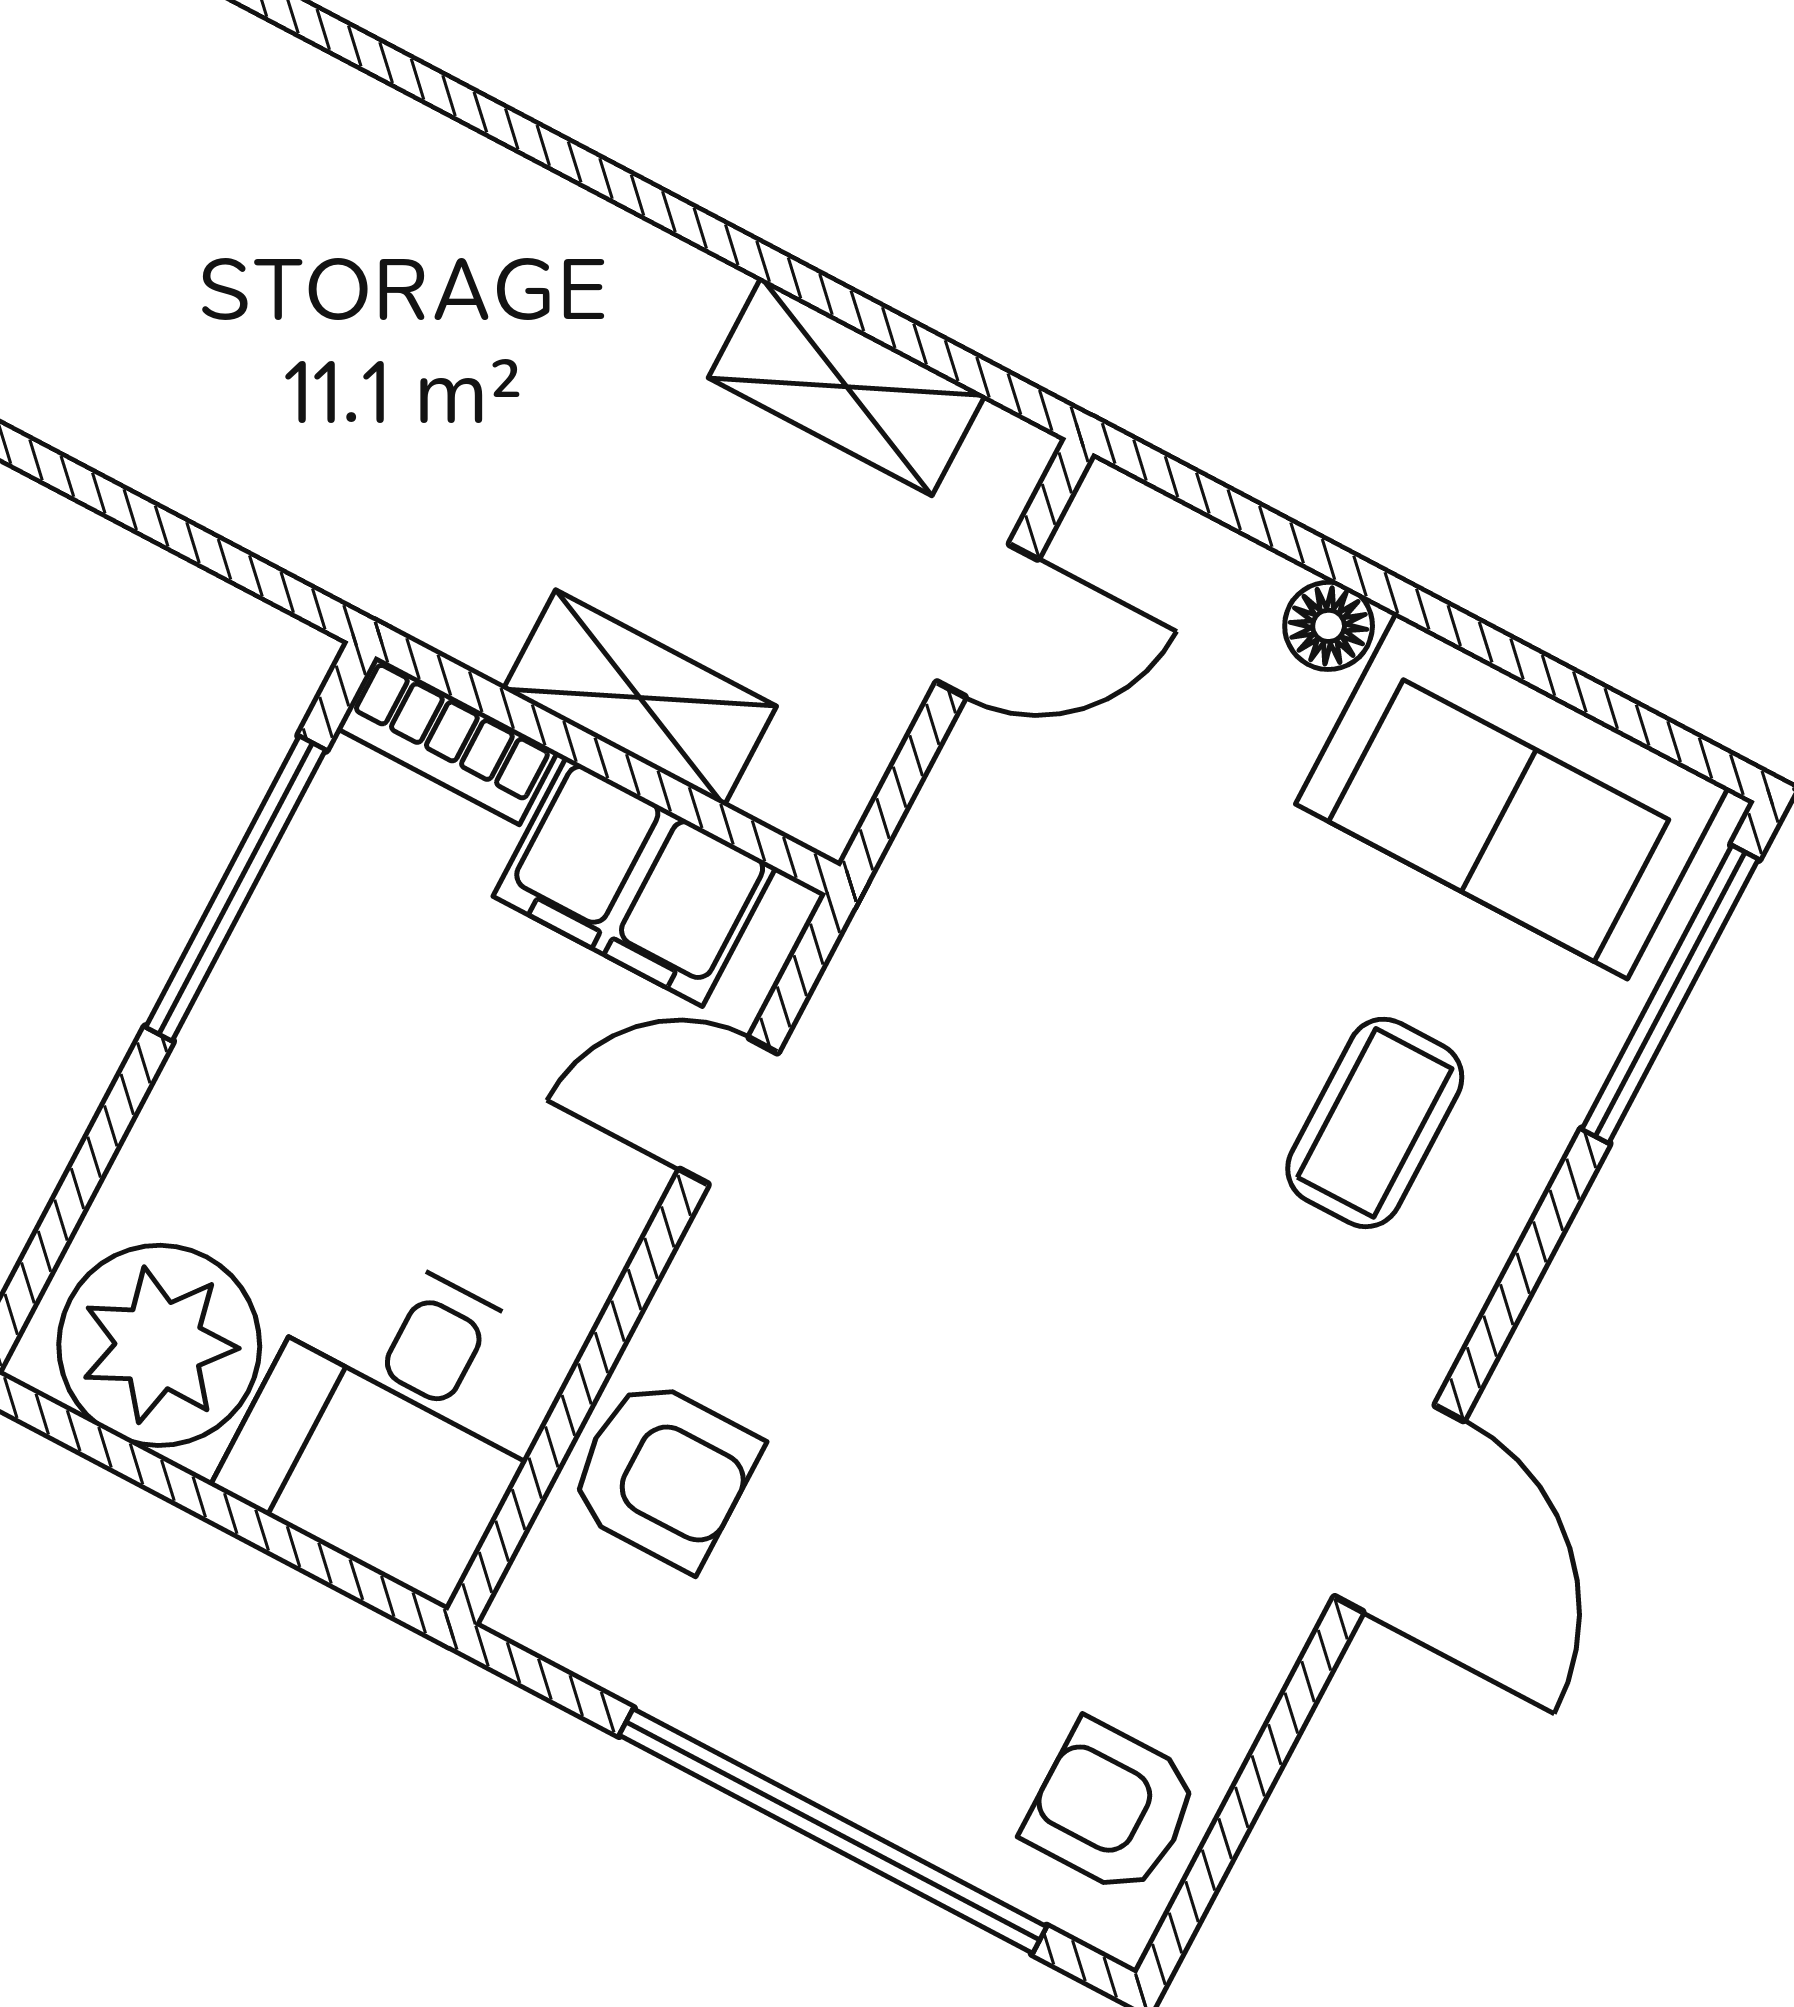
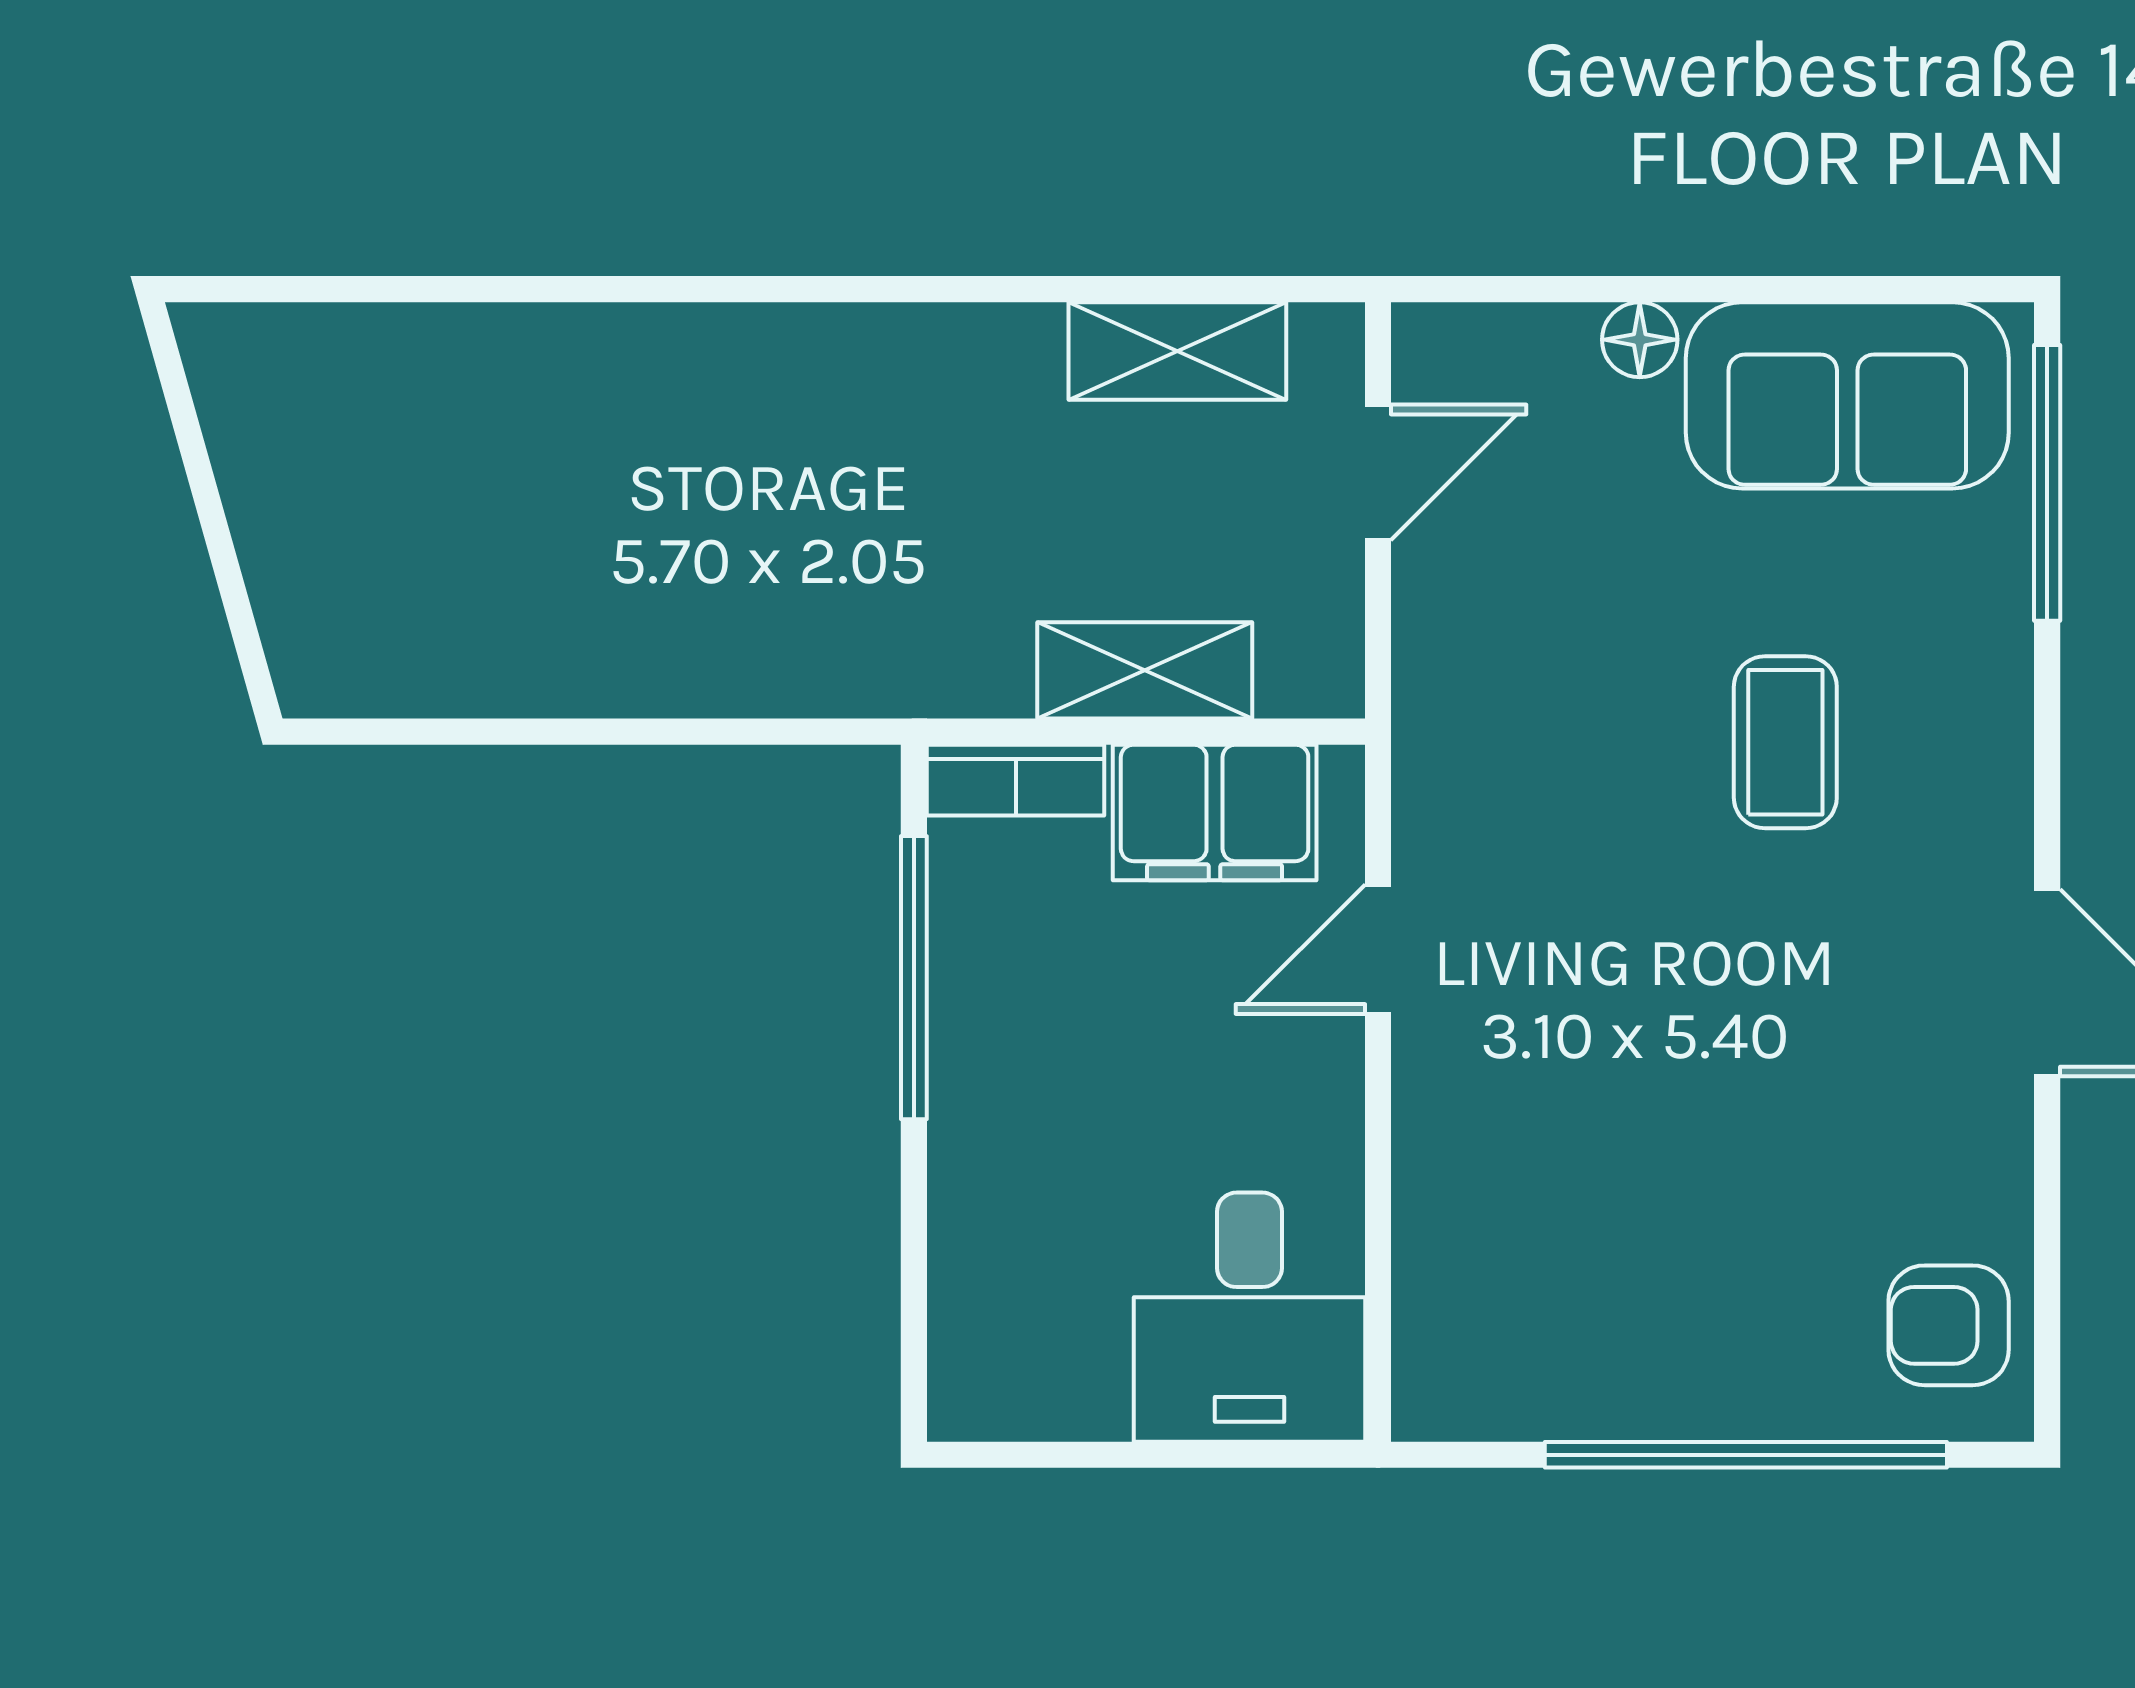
coffee table: (1375, 1123) -> (1785, 742), moved
plant: (159, 1345) -> (1039, 1356), removed
armchair: (664, 1474) -> (1474, 1251), removed

